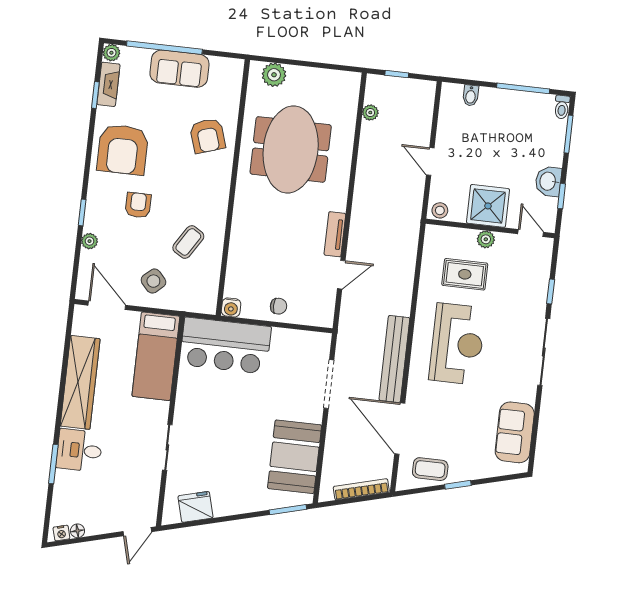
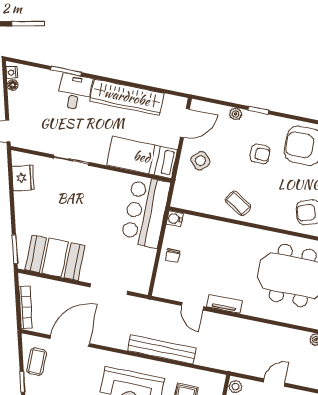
coffee table: (188, 242) -> (238, 203), moved
bench: (394, 359) -> (162, 349), moved

